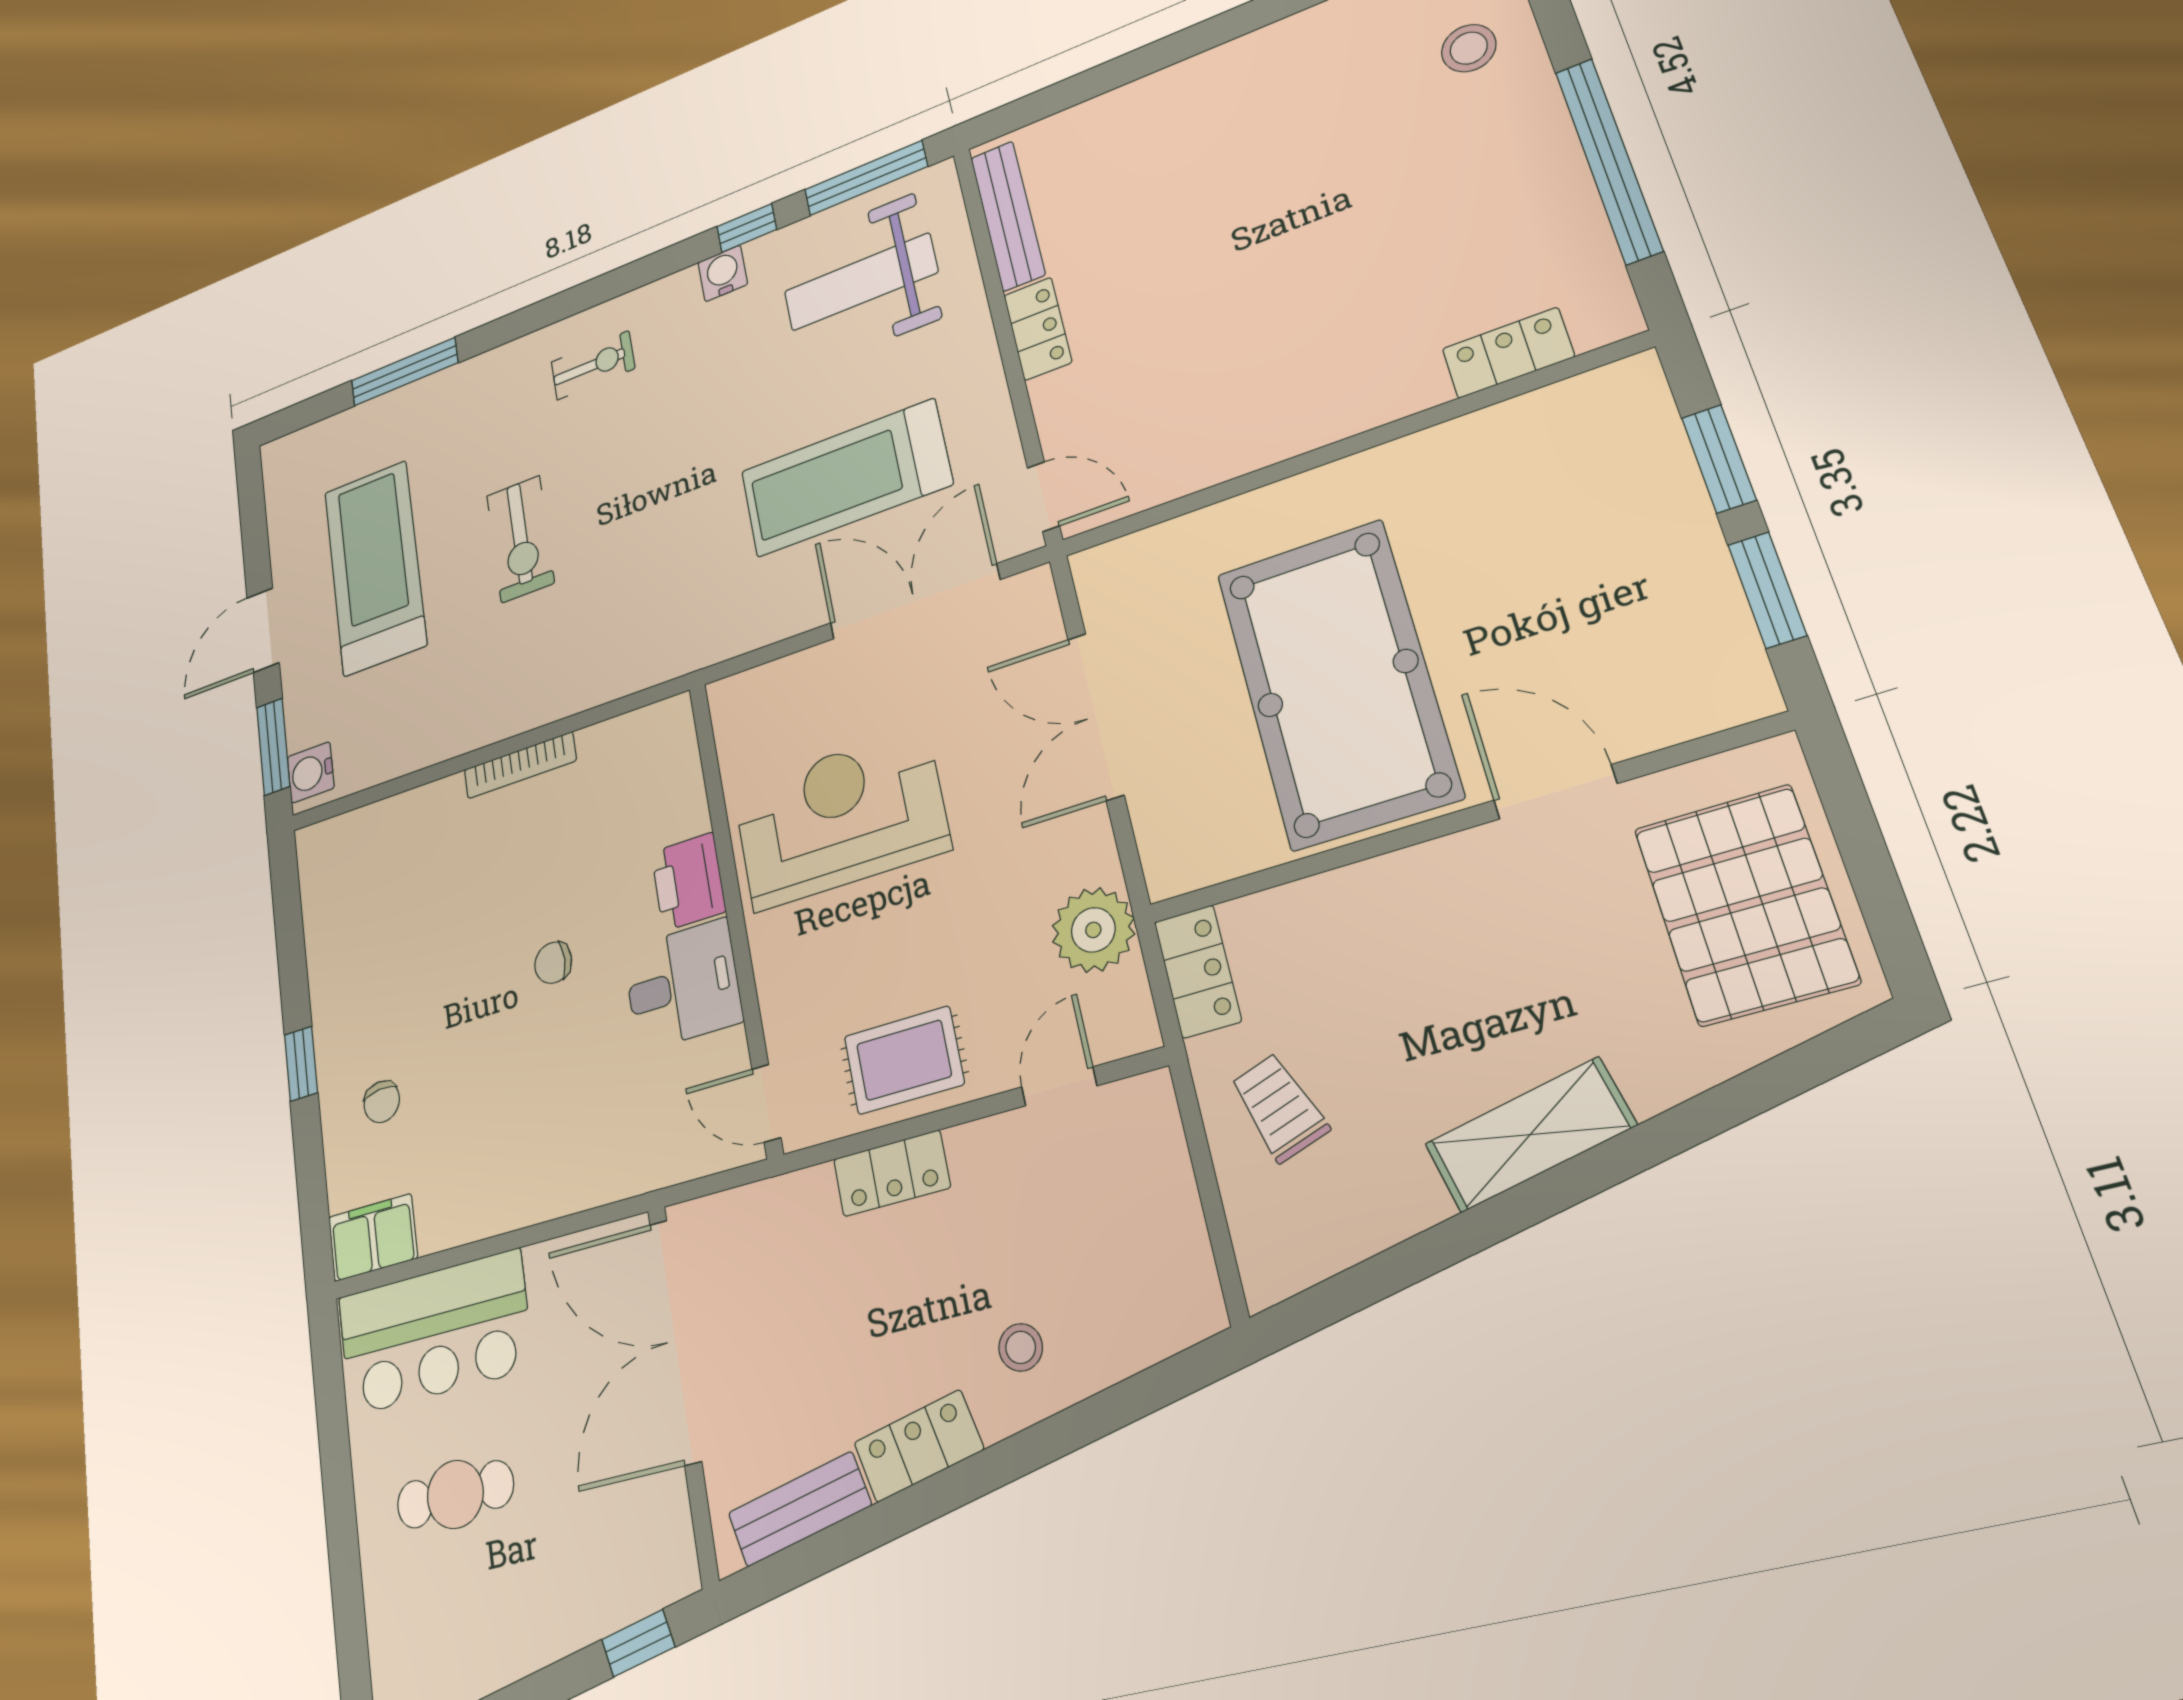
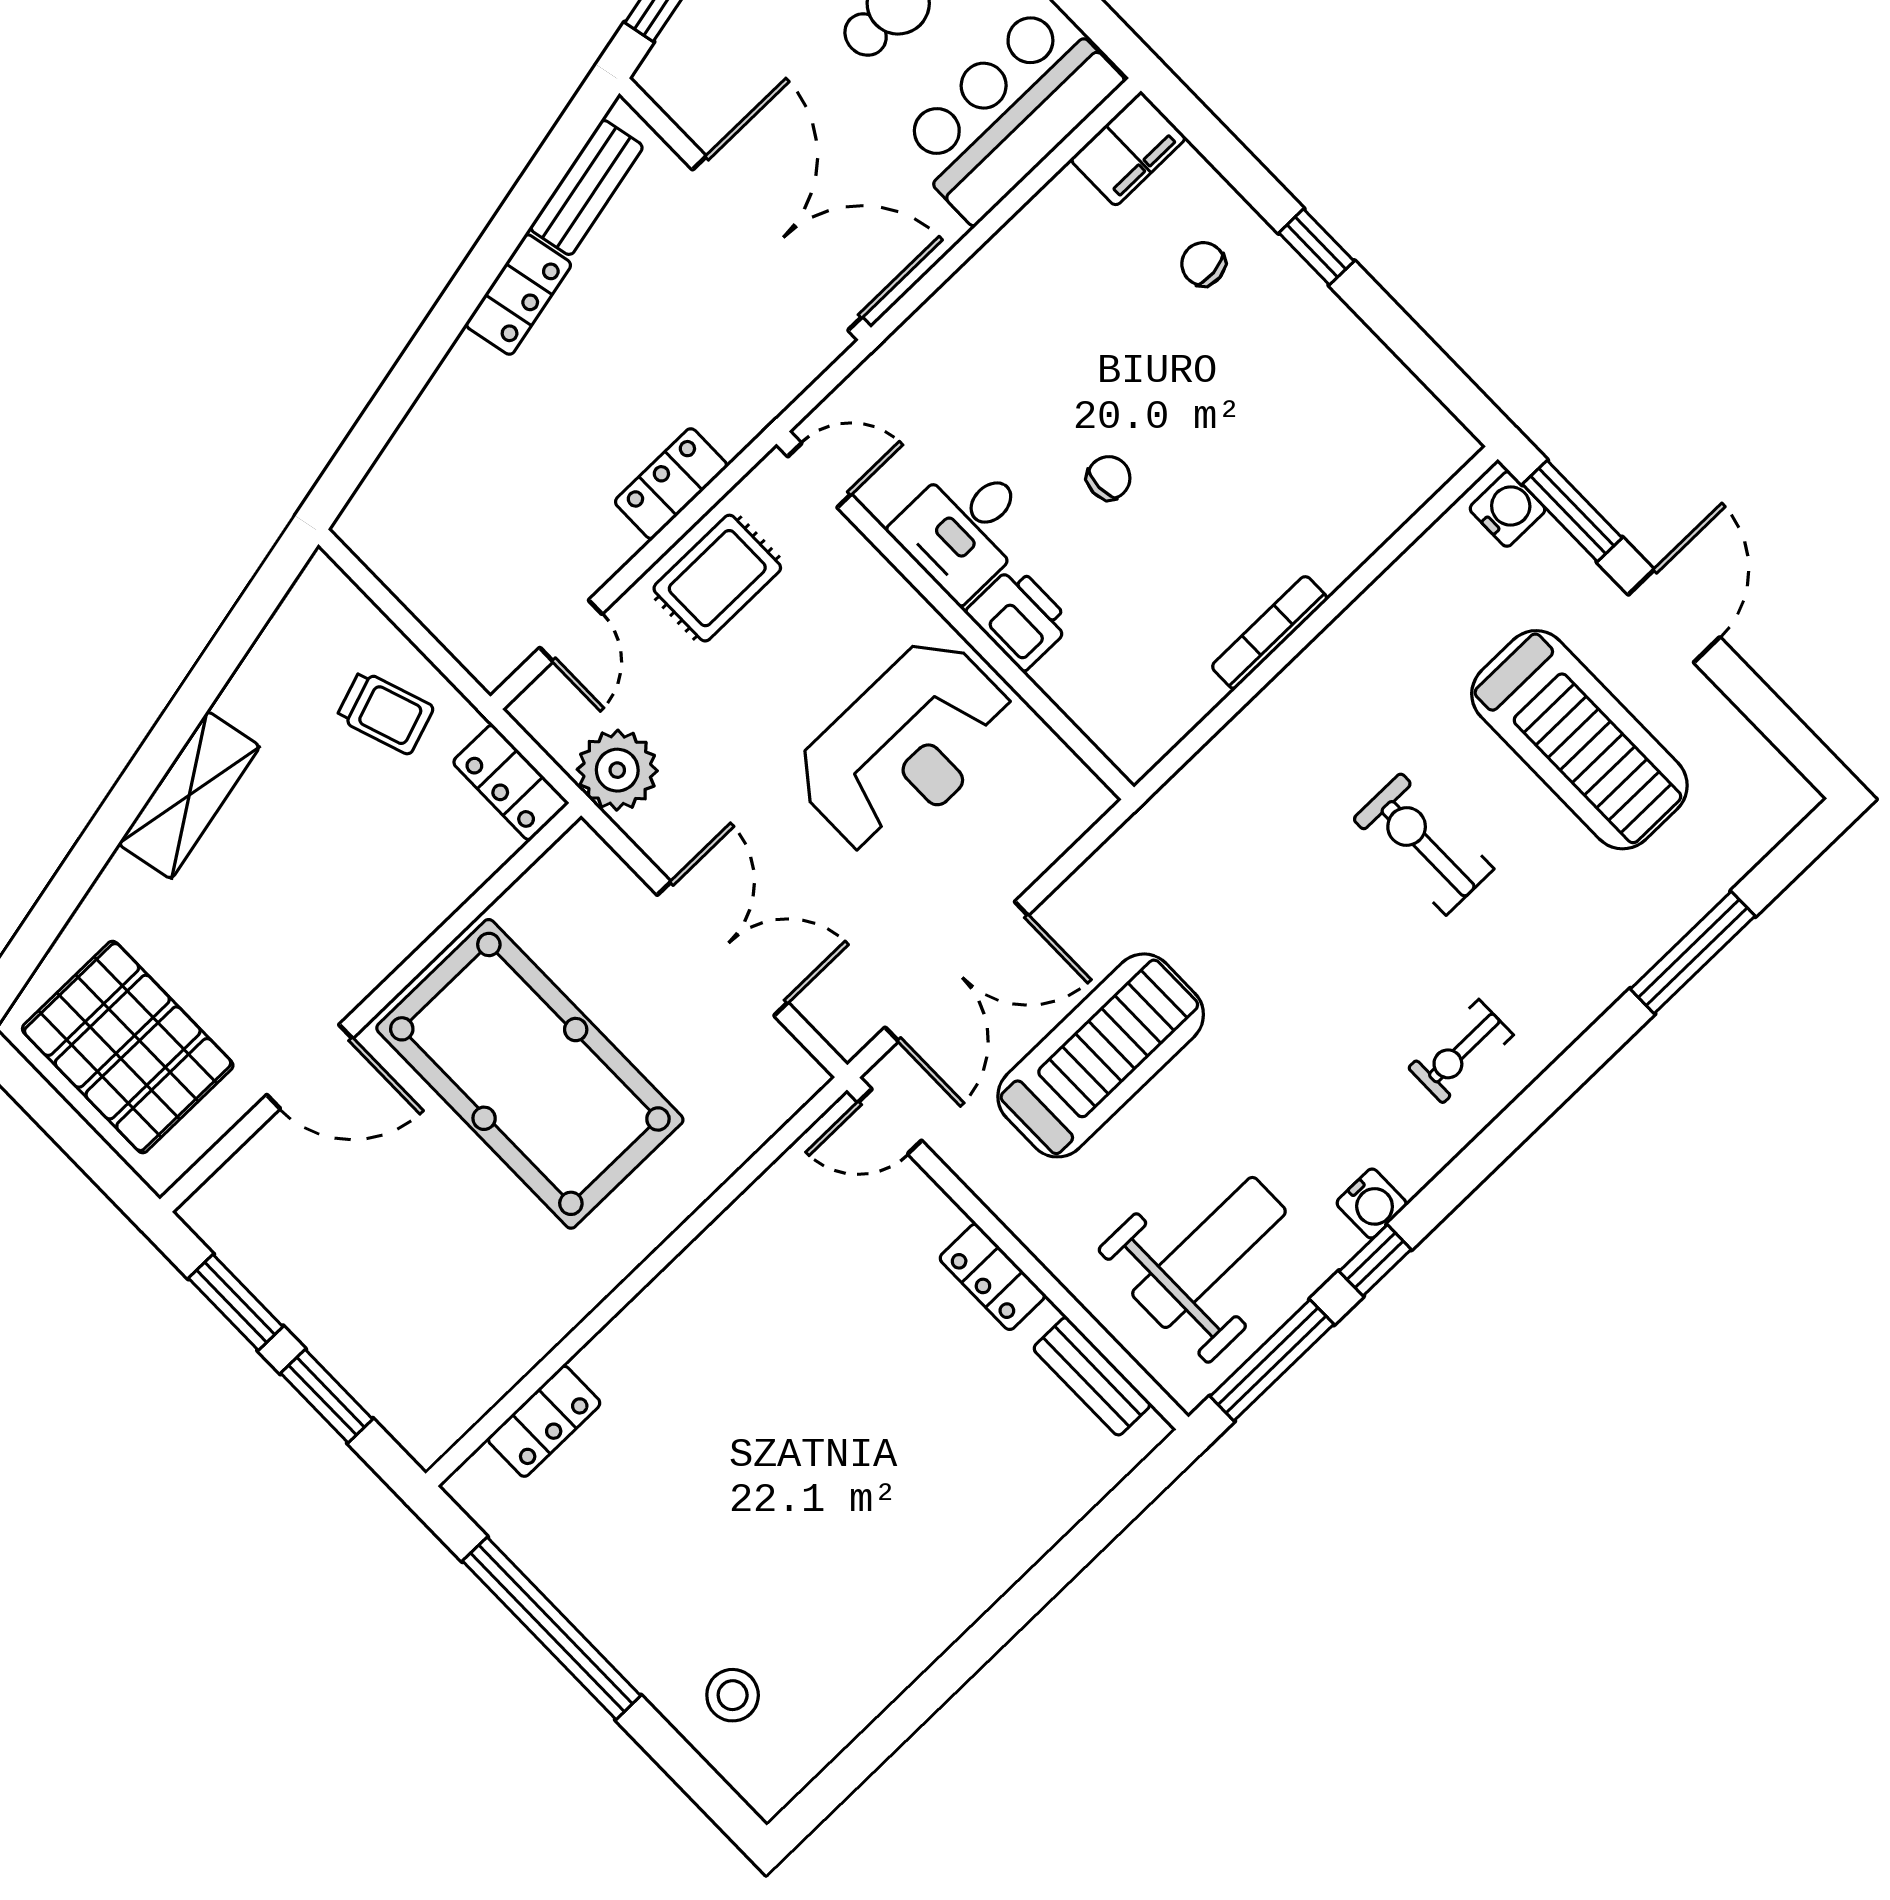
bench: (1008, 216) -> (1092, 1376), width x0.73
stool: (1021, 1347) -> (481, 416), removed

